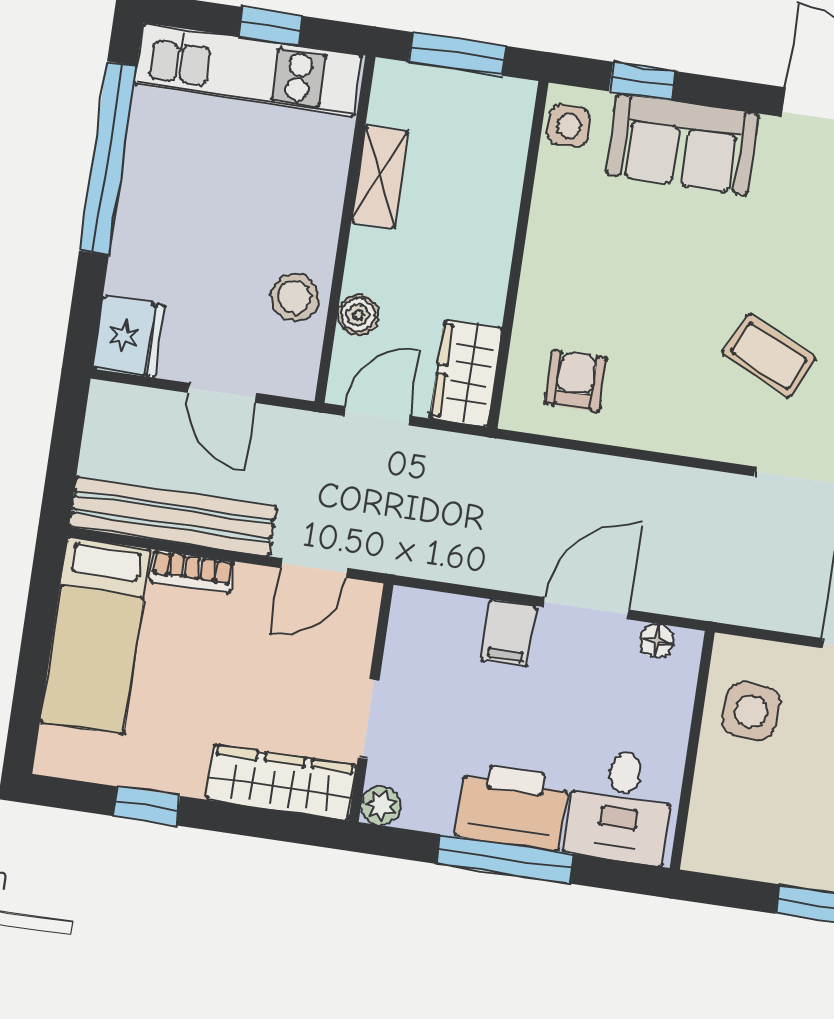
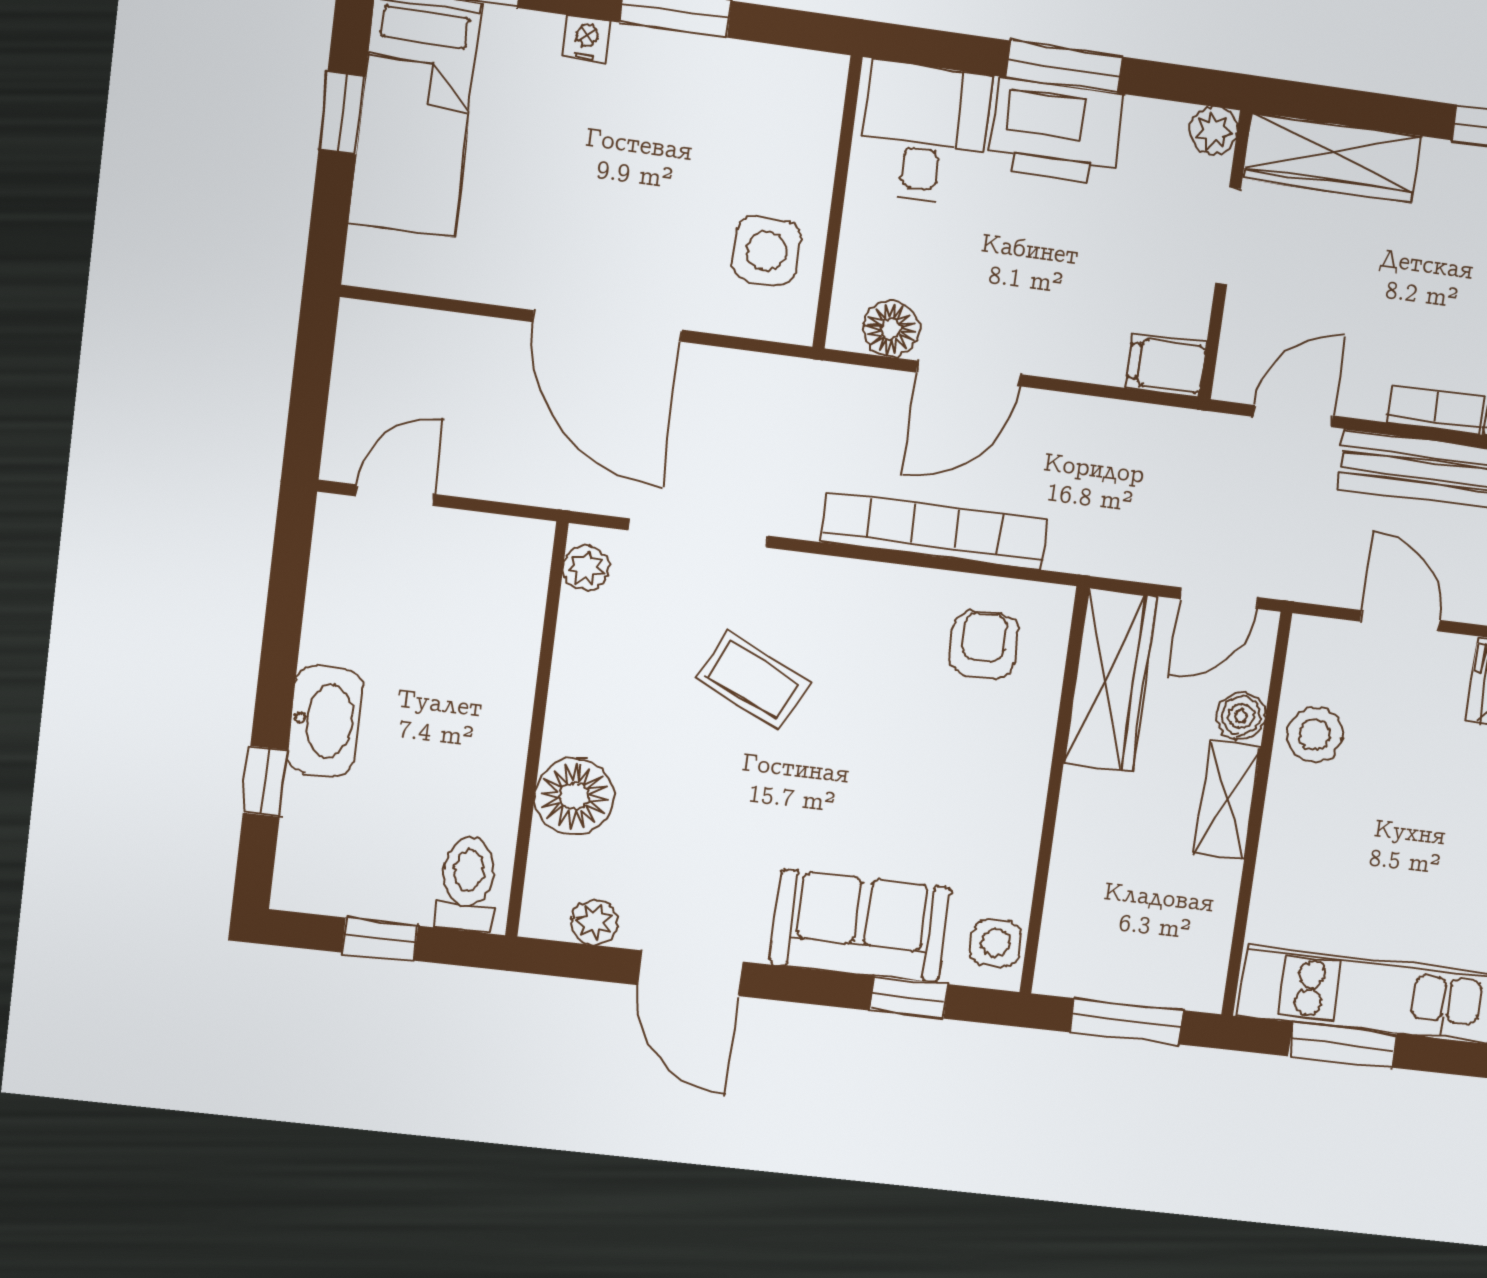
window: (270, 26) -> (1343, 1045), width x1.50
shelving: (380, 177) -> (1227, 800), moved
wardrobe: (466, 373) -> (1110, 680), width x1.50
armchair: (576, 381) -> (984, 645), turned 180
bookcase: (616, 477) -> (935, 531), added
filing cabinet: (509, 633) -> (1166, 365), moved, turned -90
floor lamp: (657, 641) -> (891, 329), width x1.37, depth x1.37
window: (505, 859) -> (1064, 67), width x0.69

